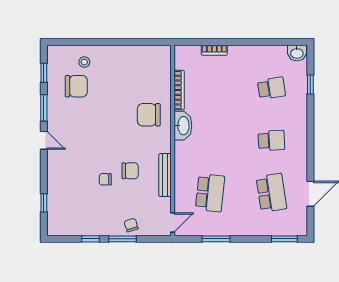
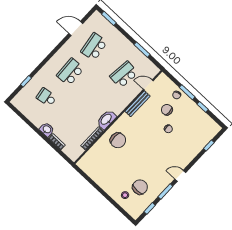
washbasin: (297, 53) -> (47, 130), moved
chair: (76, 86) -> (140, 187), turned 90
door: (44, 140) -> (180, 176), hinge flipped
school desk: (271, 140) -> (70, 72), width x1.85
chair: (130, 171) -> (167, 110), moved
door: (173, 222) -> (148, 85), moved

